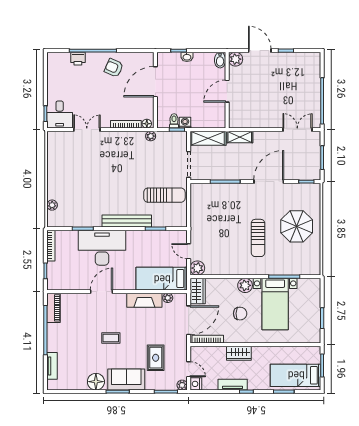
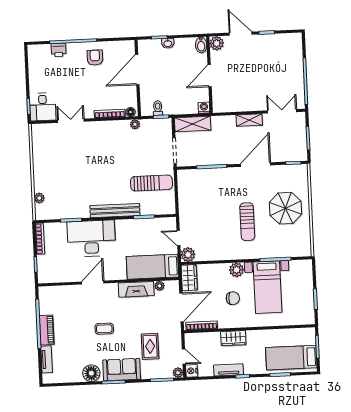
armchair: (114, 68) -> (95, 58), turned 66
washing machine: (185, 123) -> (204, 108), moved
shelving: (240, 137) -> (249, 120), moved
piano: (54, 308) -> (47, 330), moved

